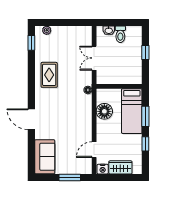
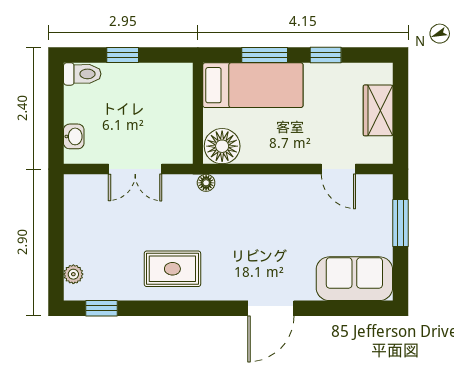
toilet: (120, 34) -> (82, 74), moved
floor lamp: (104, 111) -> (222, 146), moved
nightstand: (103, 169) -> (382, 150), removed

